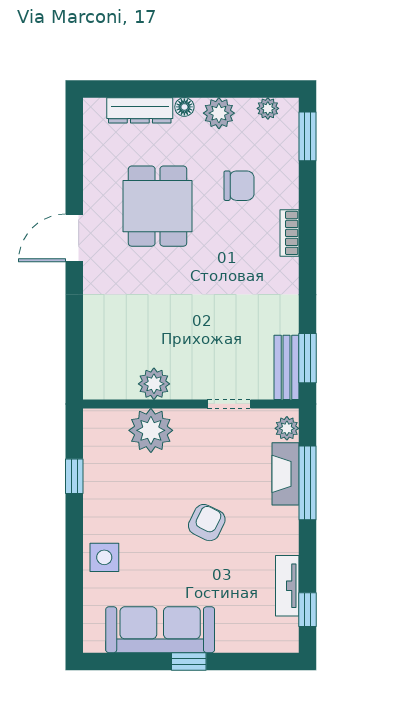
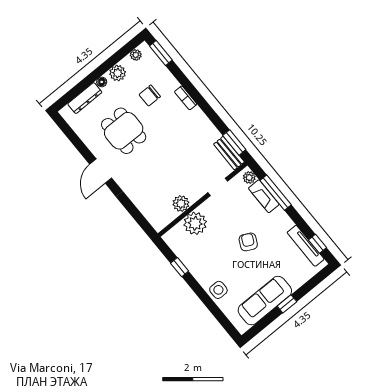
chair: (239, 186) -> (150, 96), turned 180
tv unit: (287, 586) -> (306, 246), width x1.41

